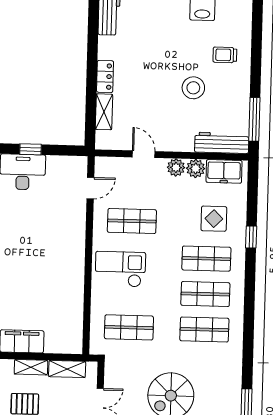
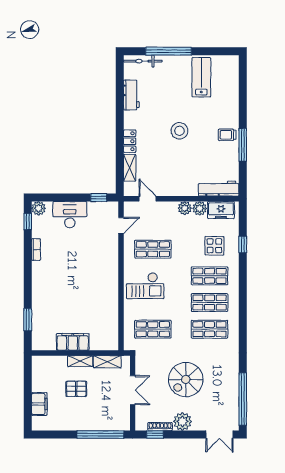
trolley: (225, 55) -> (227, 135), moved
stool: (193, 88) -> (179, 131), moved
window: (254, 119) -> (243, 145), moved
window: (30, 149) -> (99, 197), moved
door: (144, 154) -> (148, 199), moved
window: (251, 237) -> (243, 244), moved
checkout: (120, 269) -> (145, 286), turned 180

